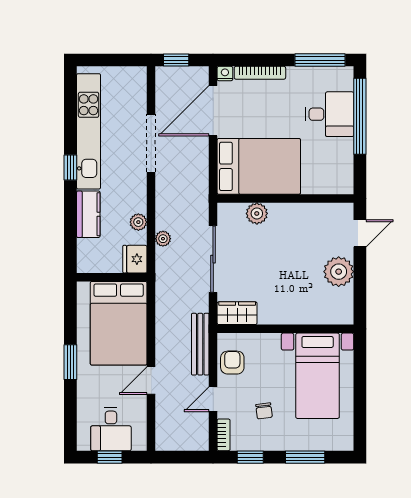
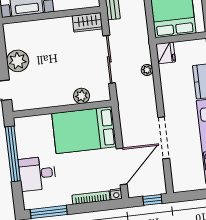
window: (360, 116) -> (13, 154), moved
plant: (138, 222) -> (166, 80), removed

